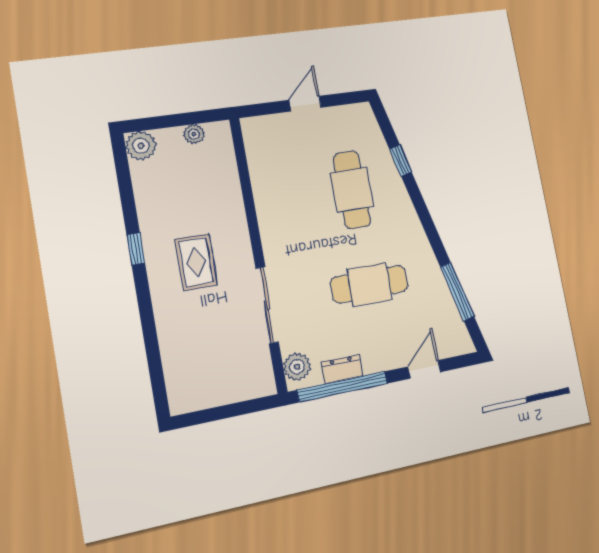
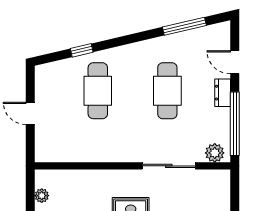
cafe table: (352, 190) -> (98, 91), turned 90
dresser: (342, 369) -> (223, 93), moved

